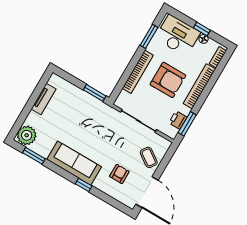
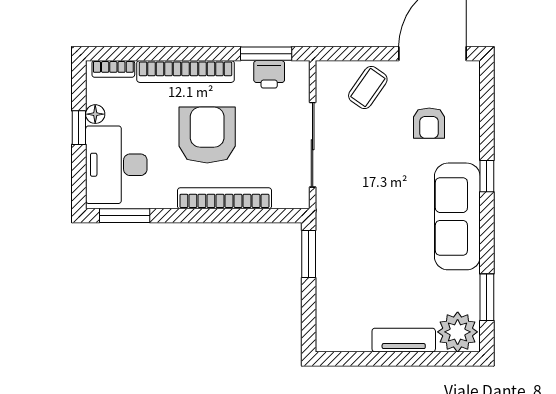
window: (149, 36) -> (125, 216), moved
tv unit: (44, 99) -> (404, 340), moved
armchair: (119, 174) -> (429, 123), turned -90

